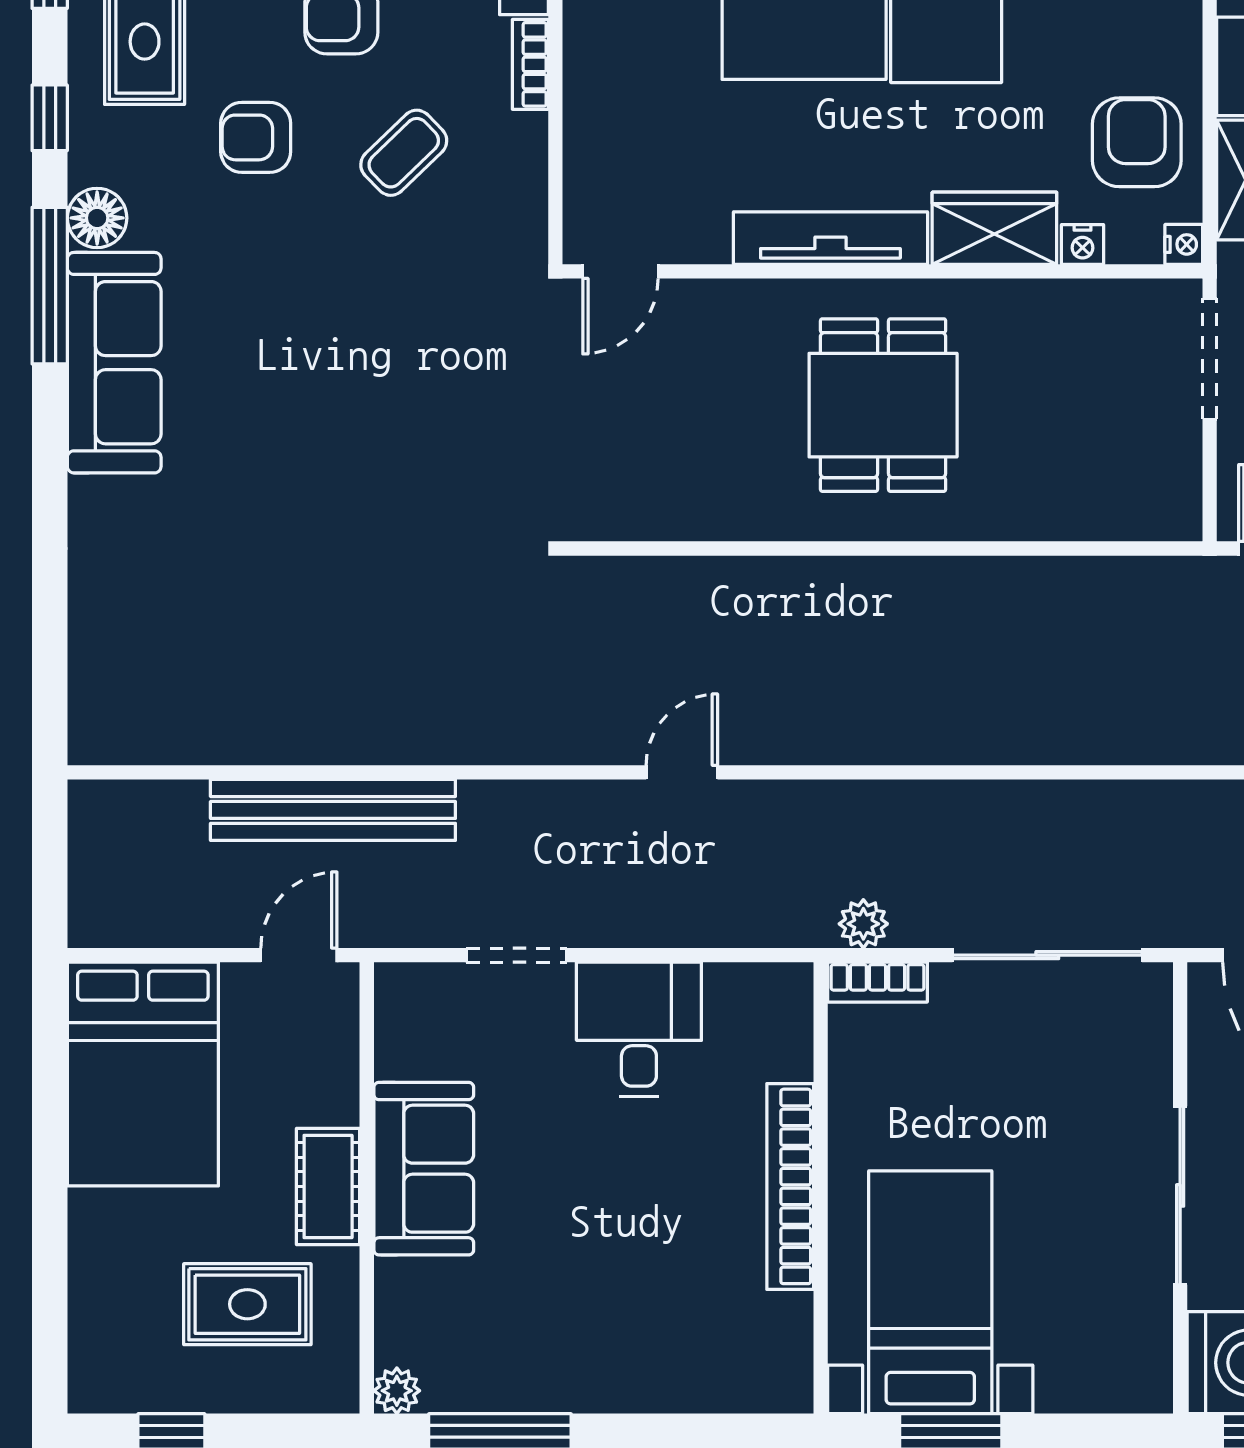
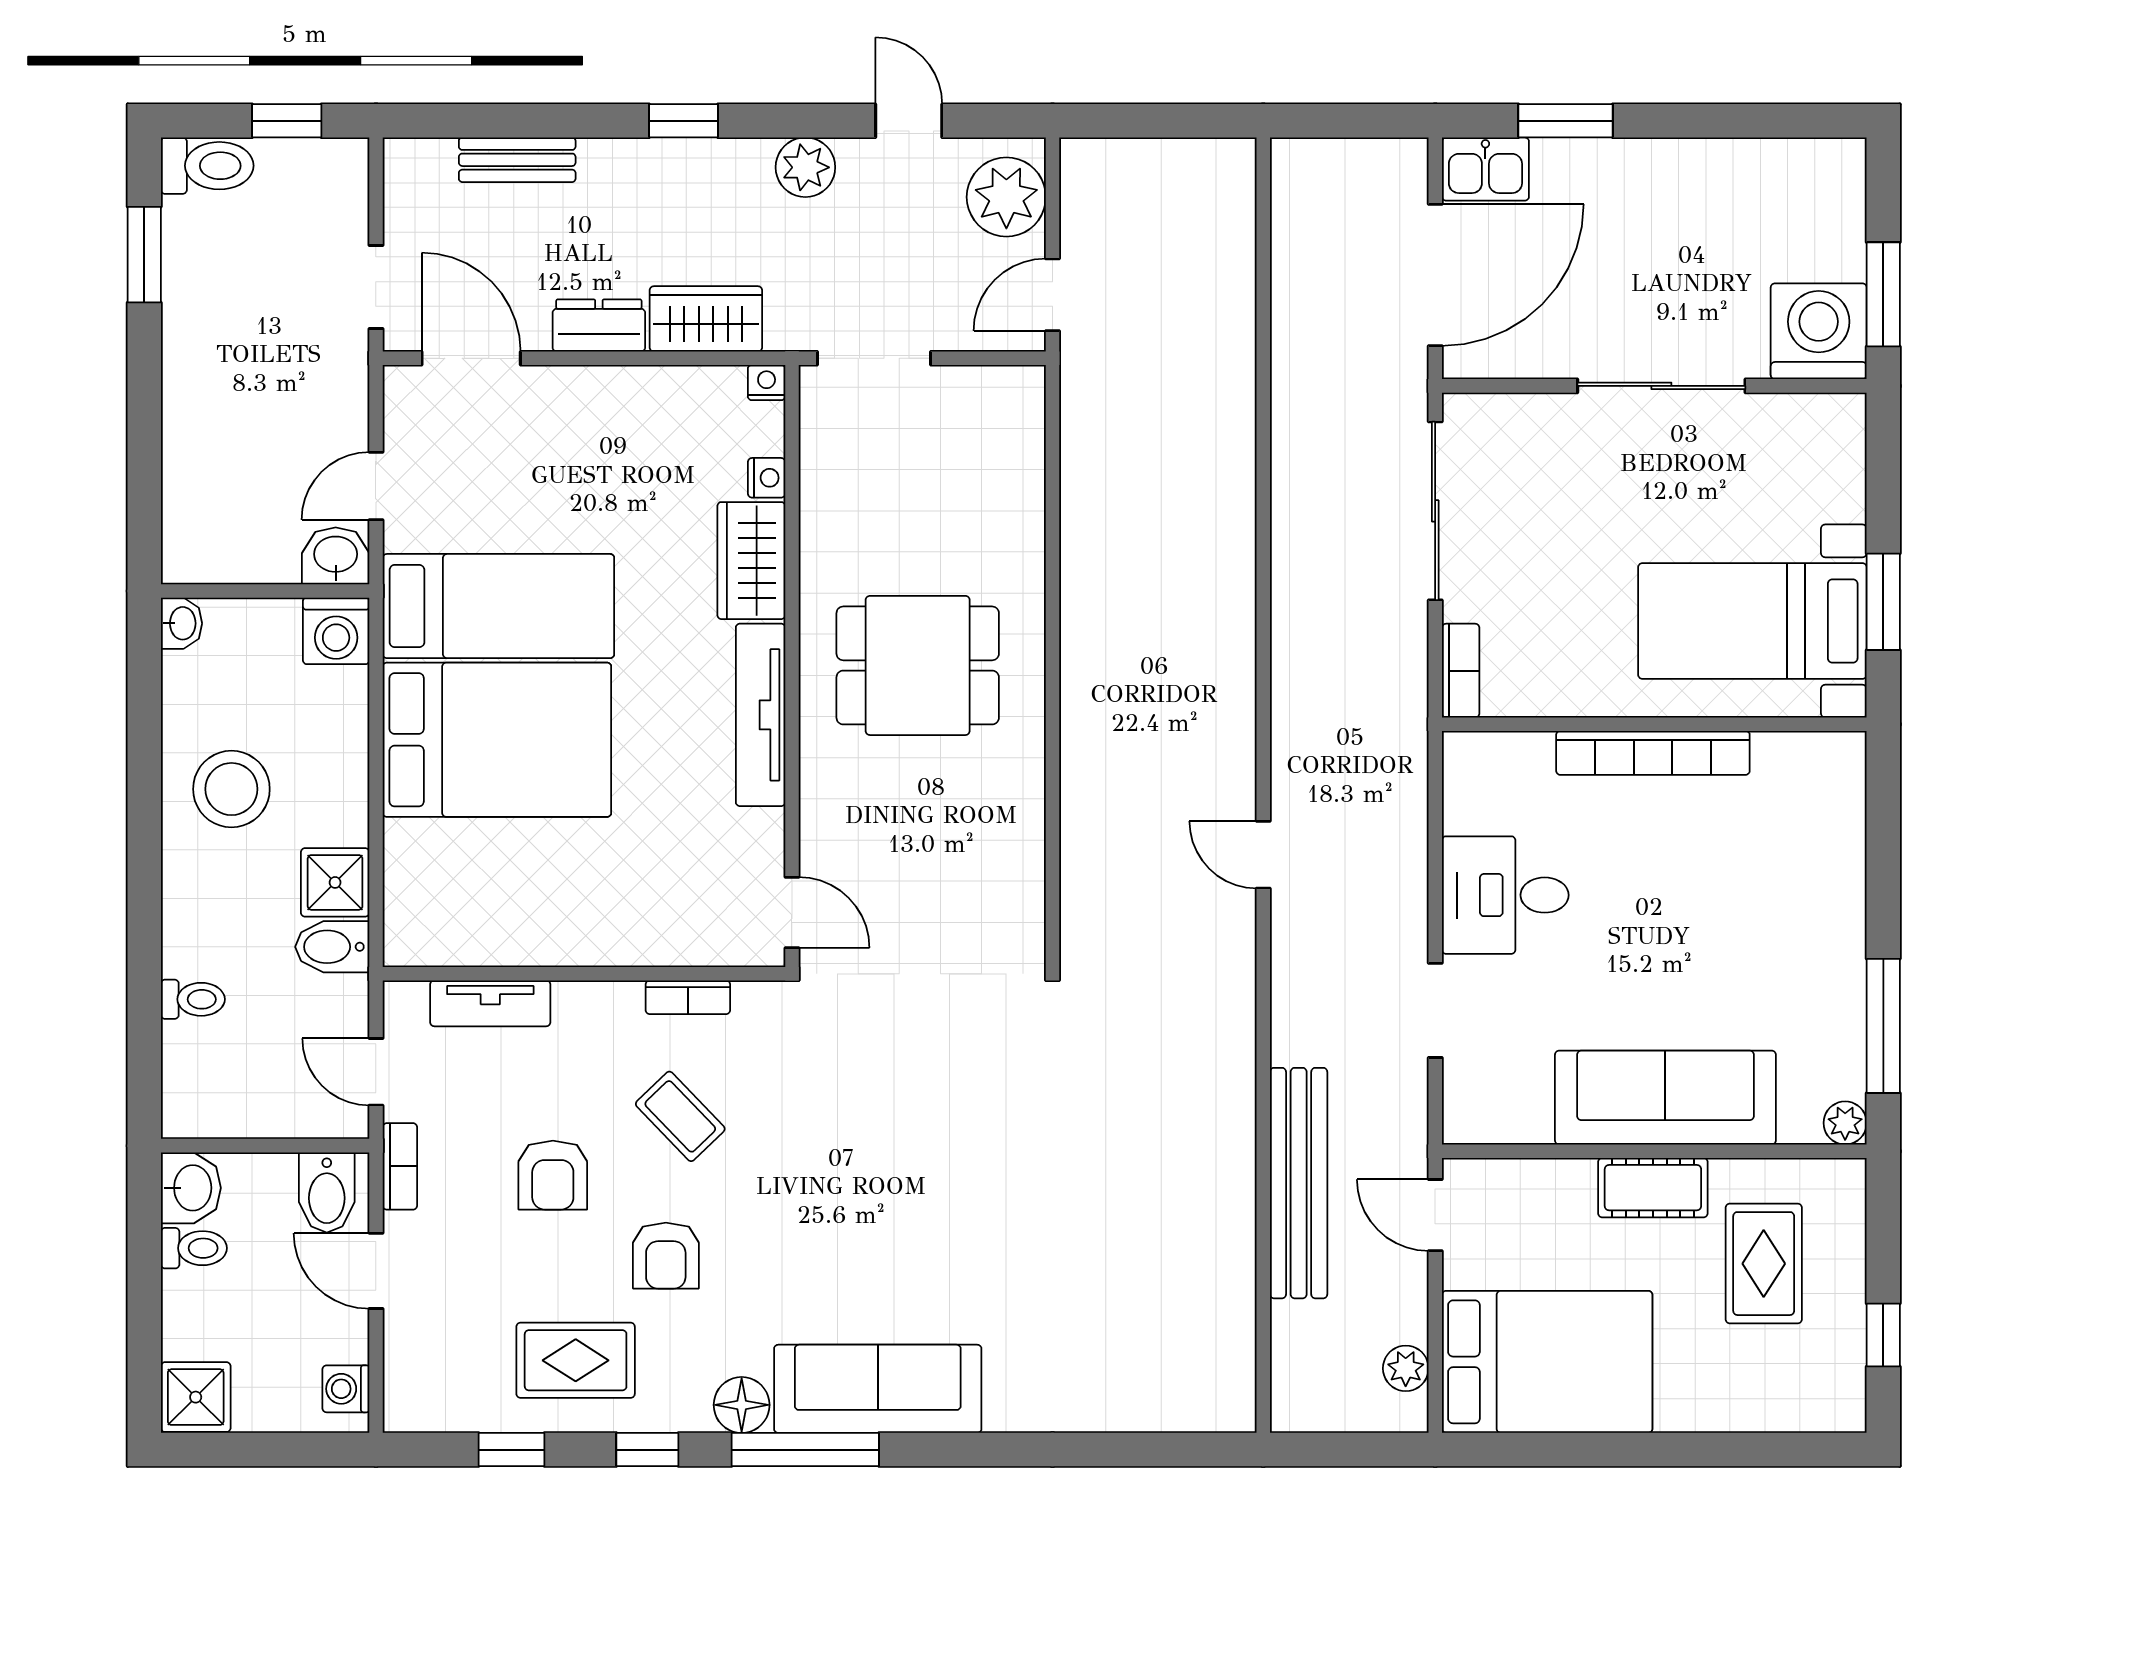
bookcase: (530, 64) -> (688, 997), moved
armchair: (1137, 142) -> (670, 427), removed
plant: (863, 924) -> (1406, 1368), moved
sofa: (424, 1169) -> (1665, 1098), width x1.36

